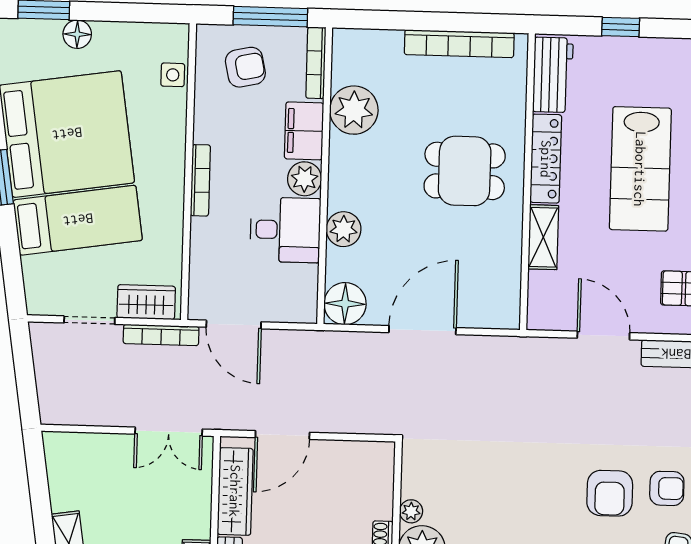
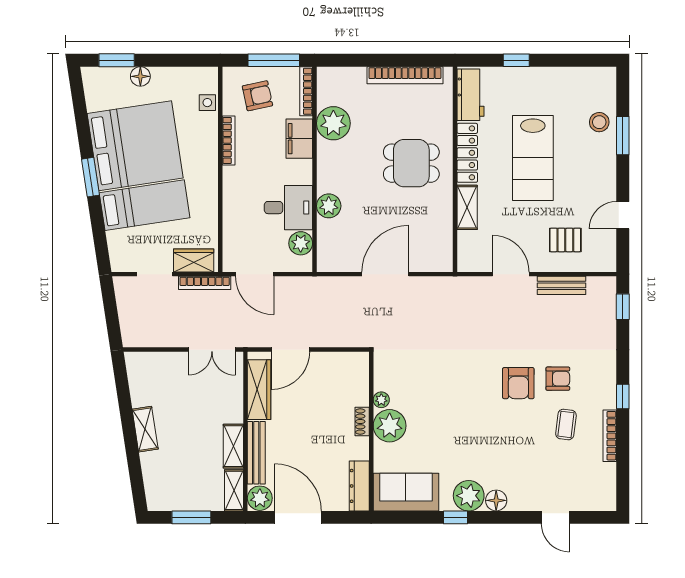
plant: (305, 179) -> (301, 243), moved
bookcase: (200, 180) -> (229, 140), moved
floor lamp: (345, 304) -> (331, 257), removed

